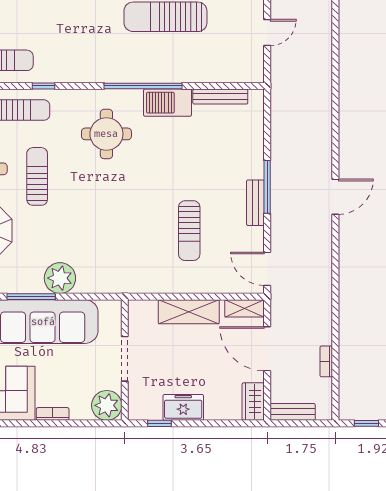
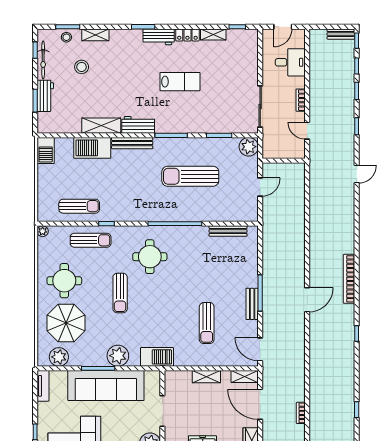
barbecue: (168, 103) -> (157, 357), moved, turned 180
sun lounger: (37, 176) -> (120, 293), moved, turned 180
shelving: (189, 312) -> (206, 377), width x0.67, depth x0.75

